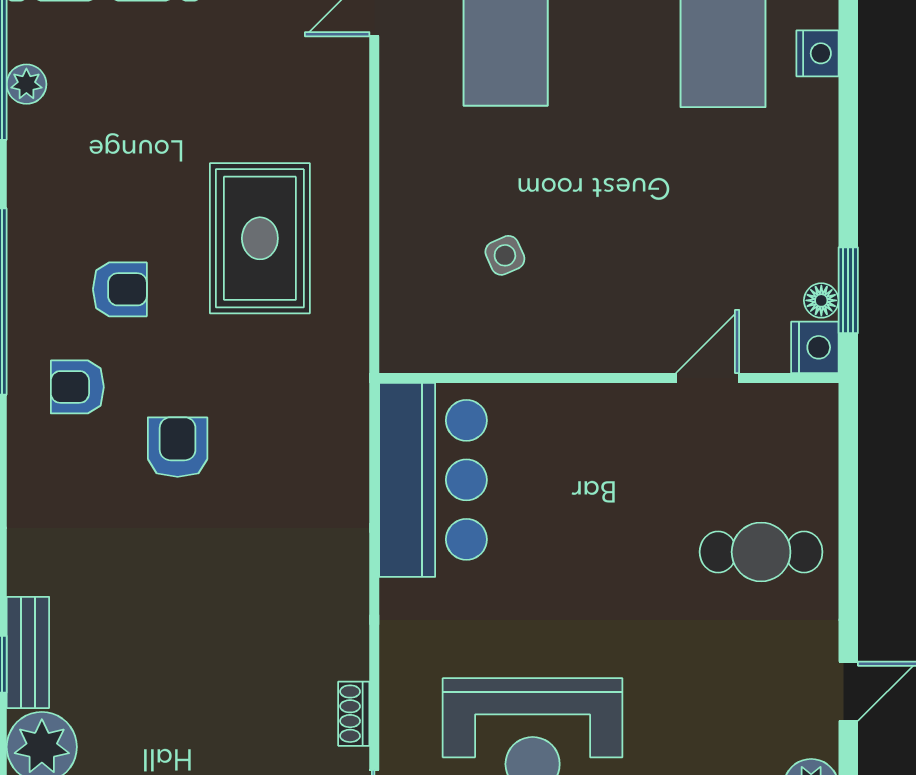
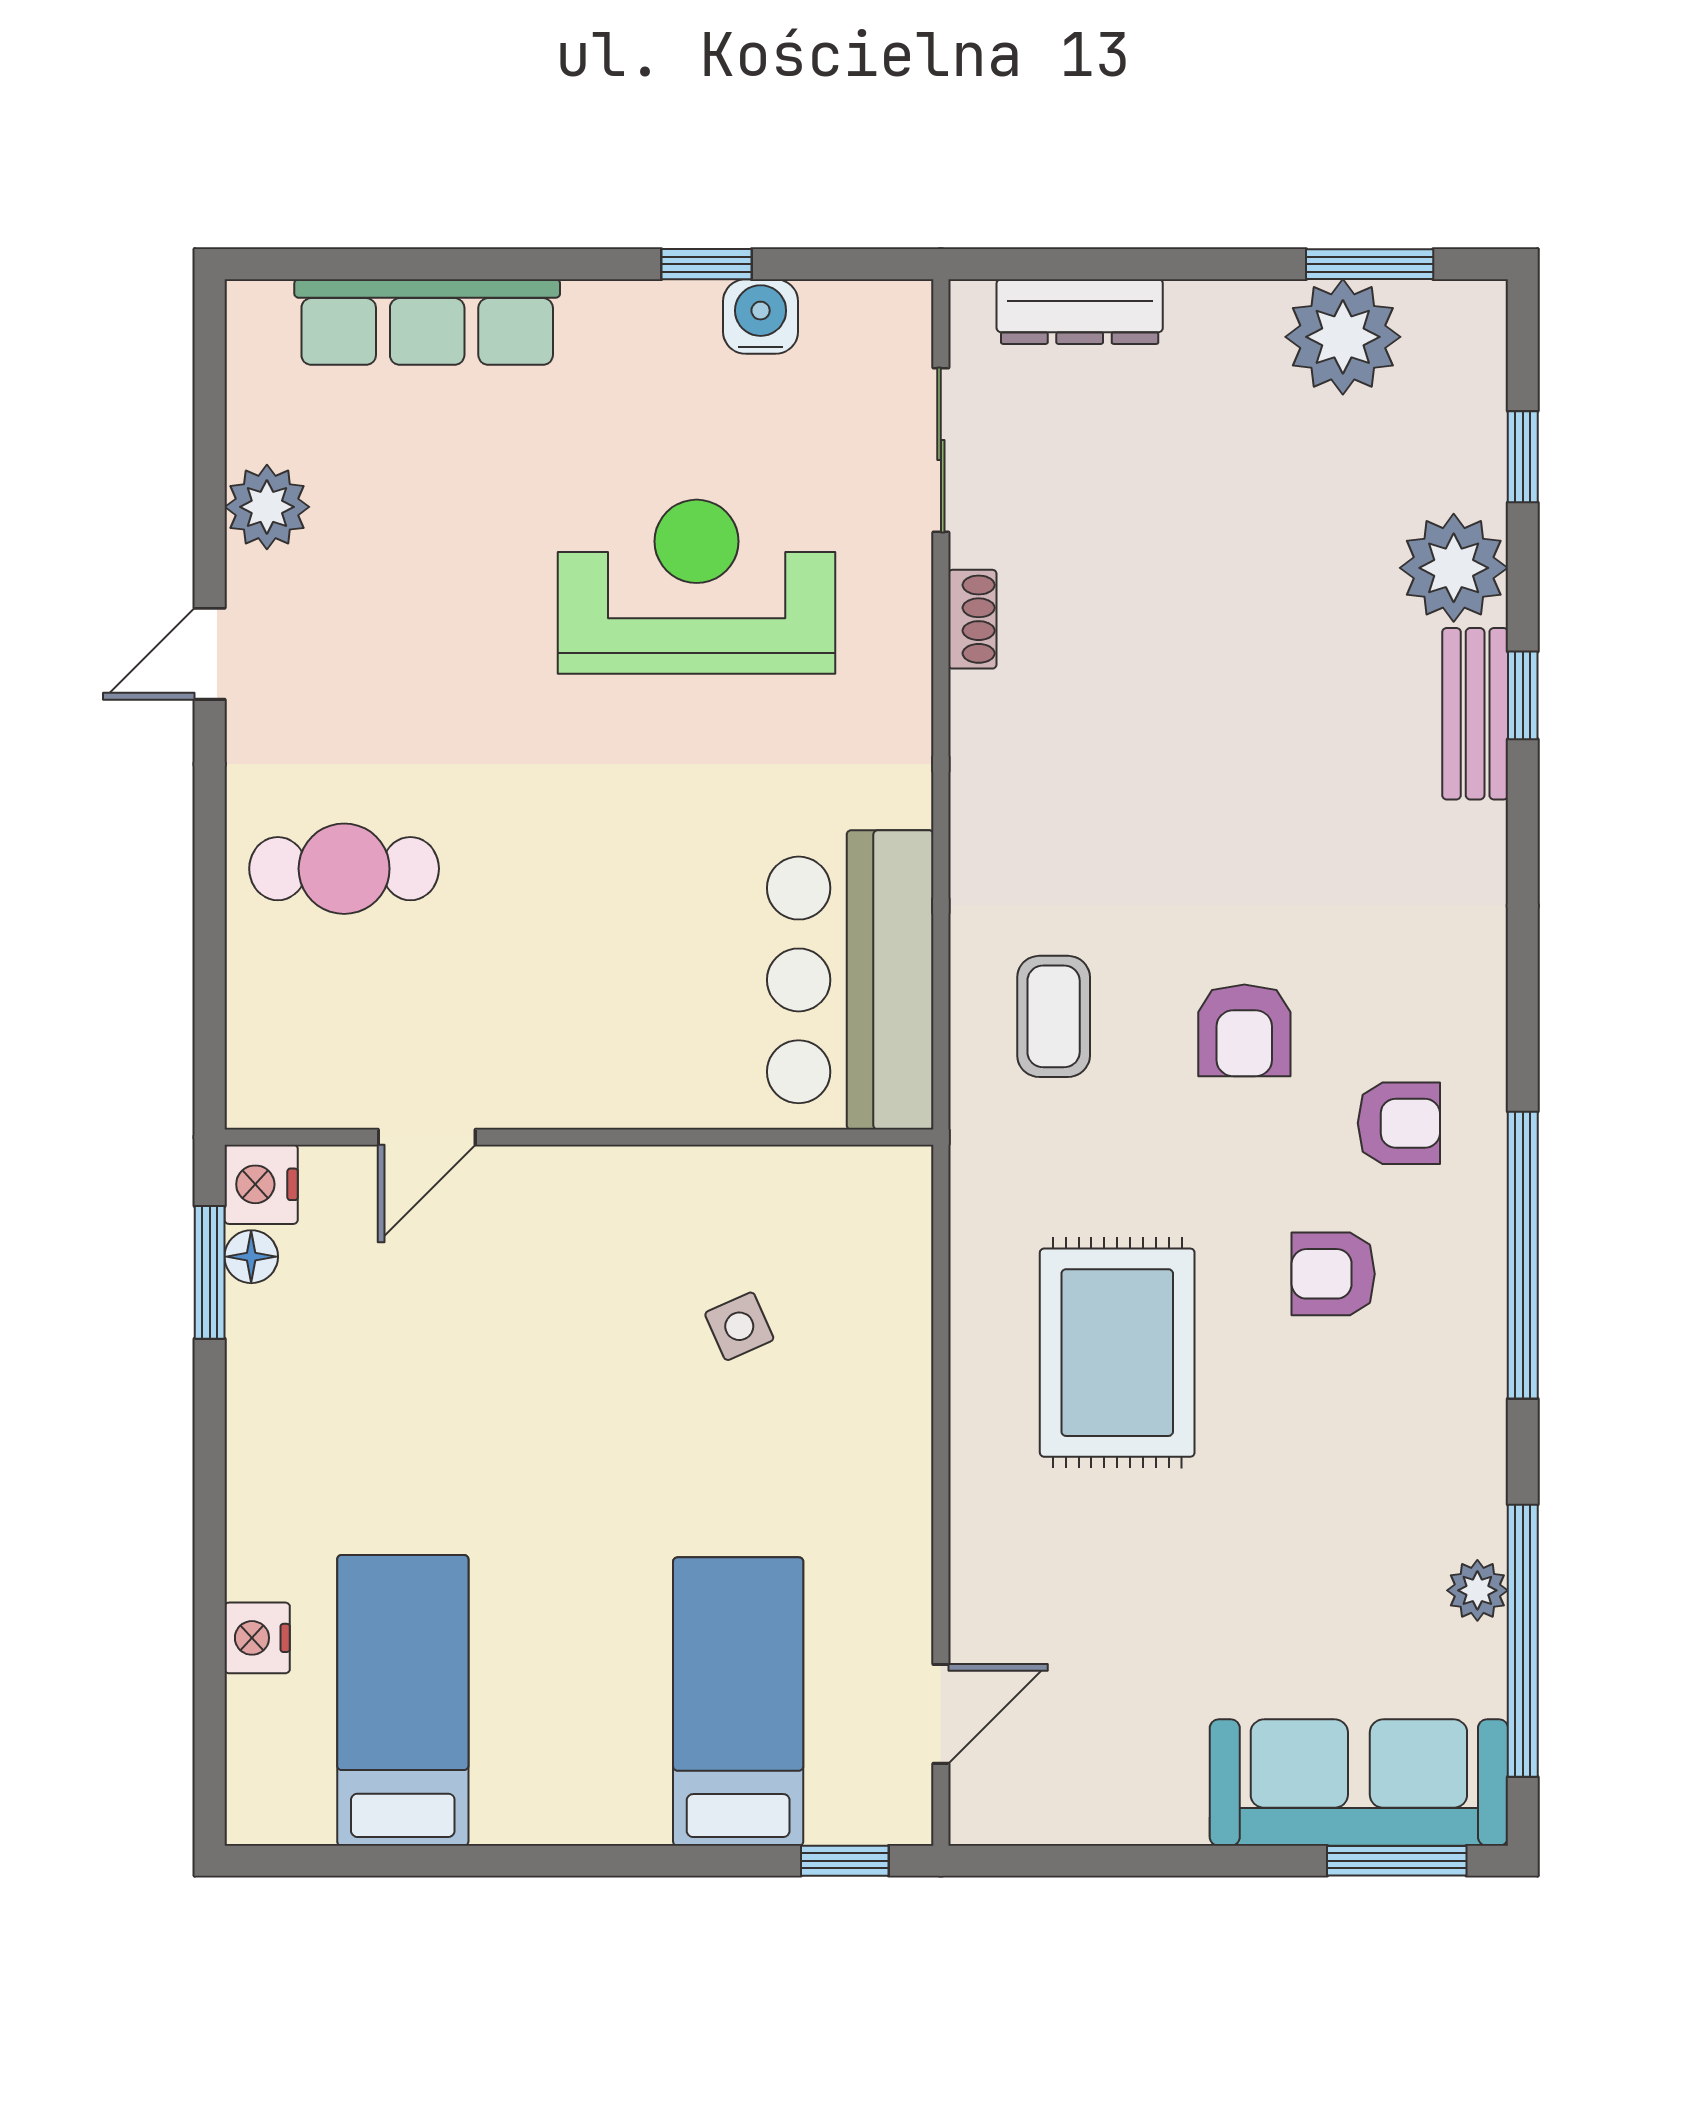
coffee table: (301, 456) -> (1054, 1016), added

